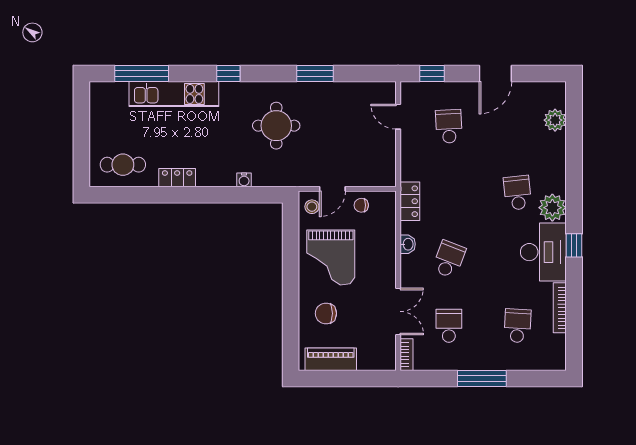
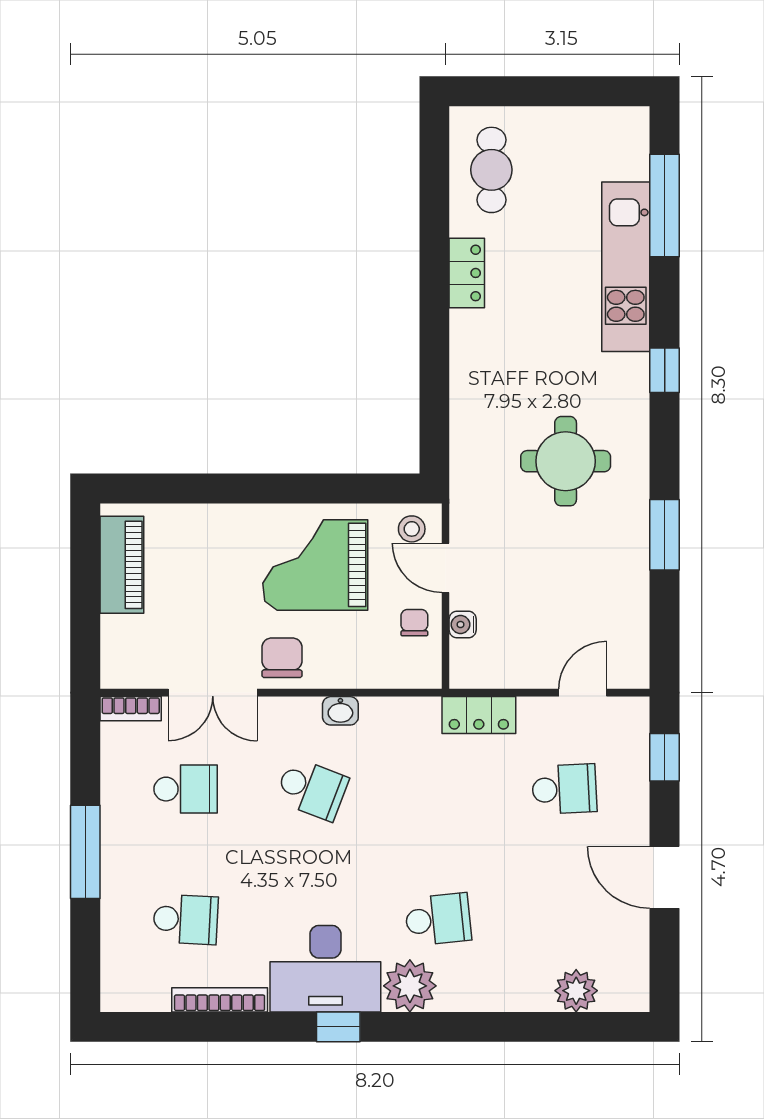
water cooler: (244, 180) -> (463, 624), moved
locker: (410, 201) -> (479, 715), moved
chair: (326, 313) -> (282, 658), moved

